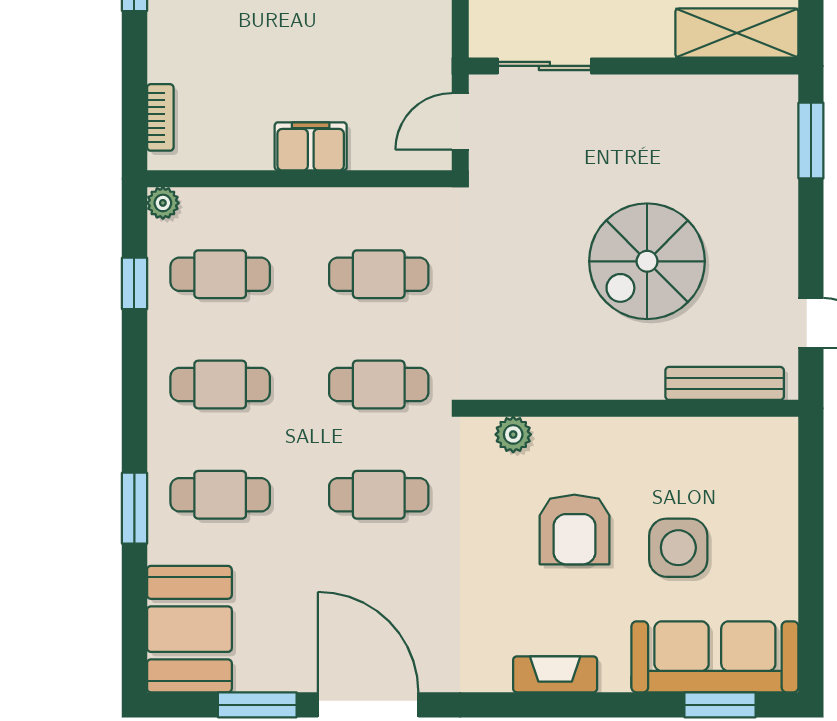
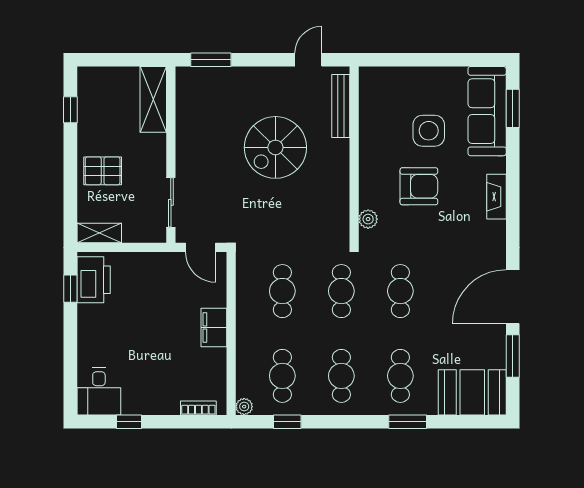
spiral stairs: (647, 261) -> (275, 147), turned 90

